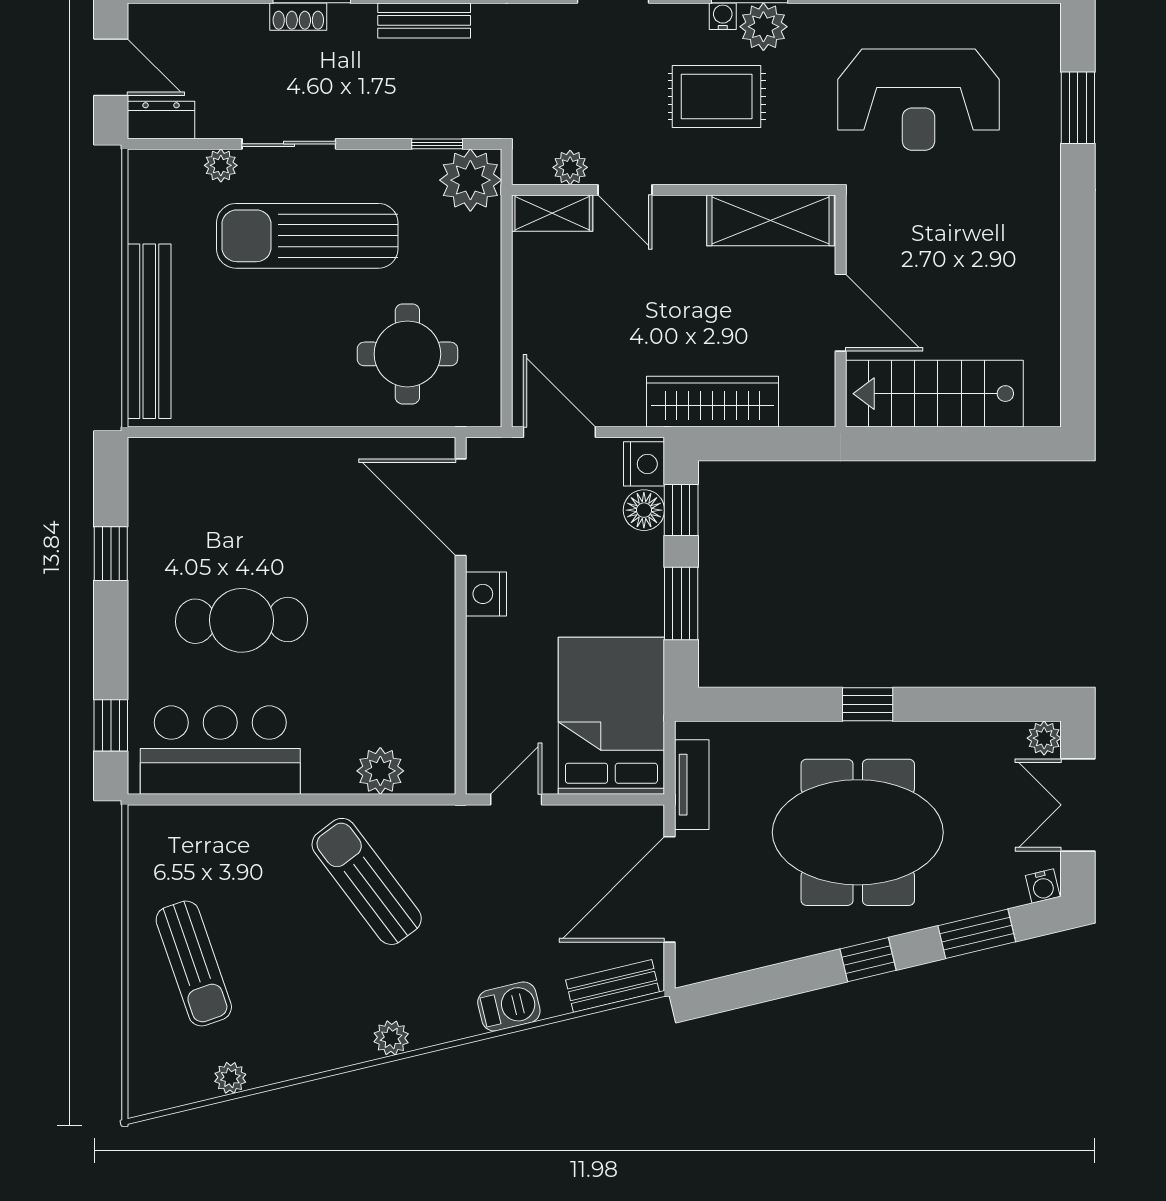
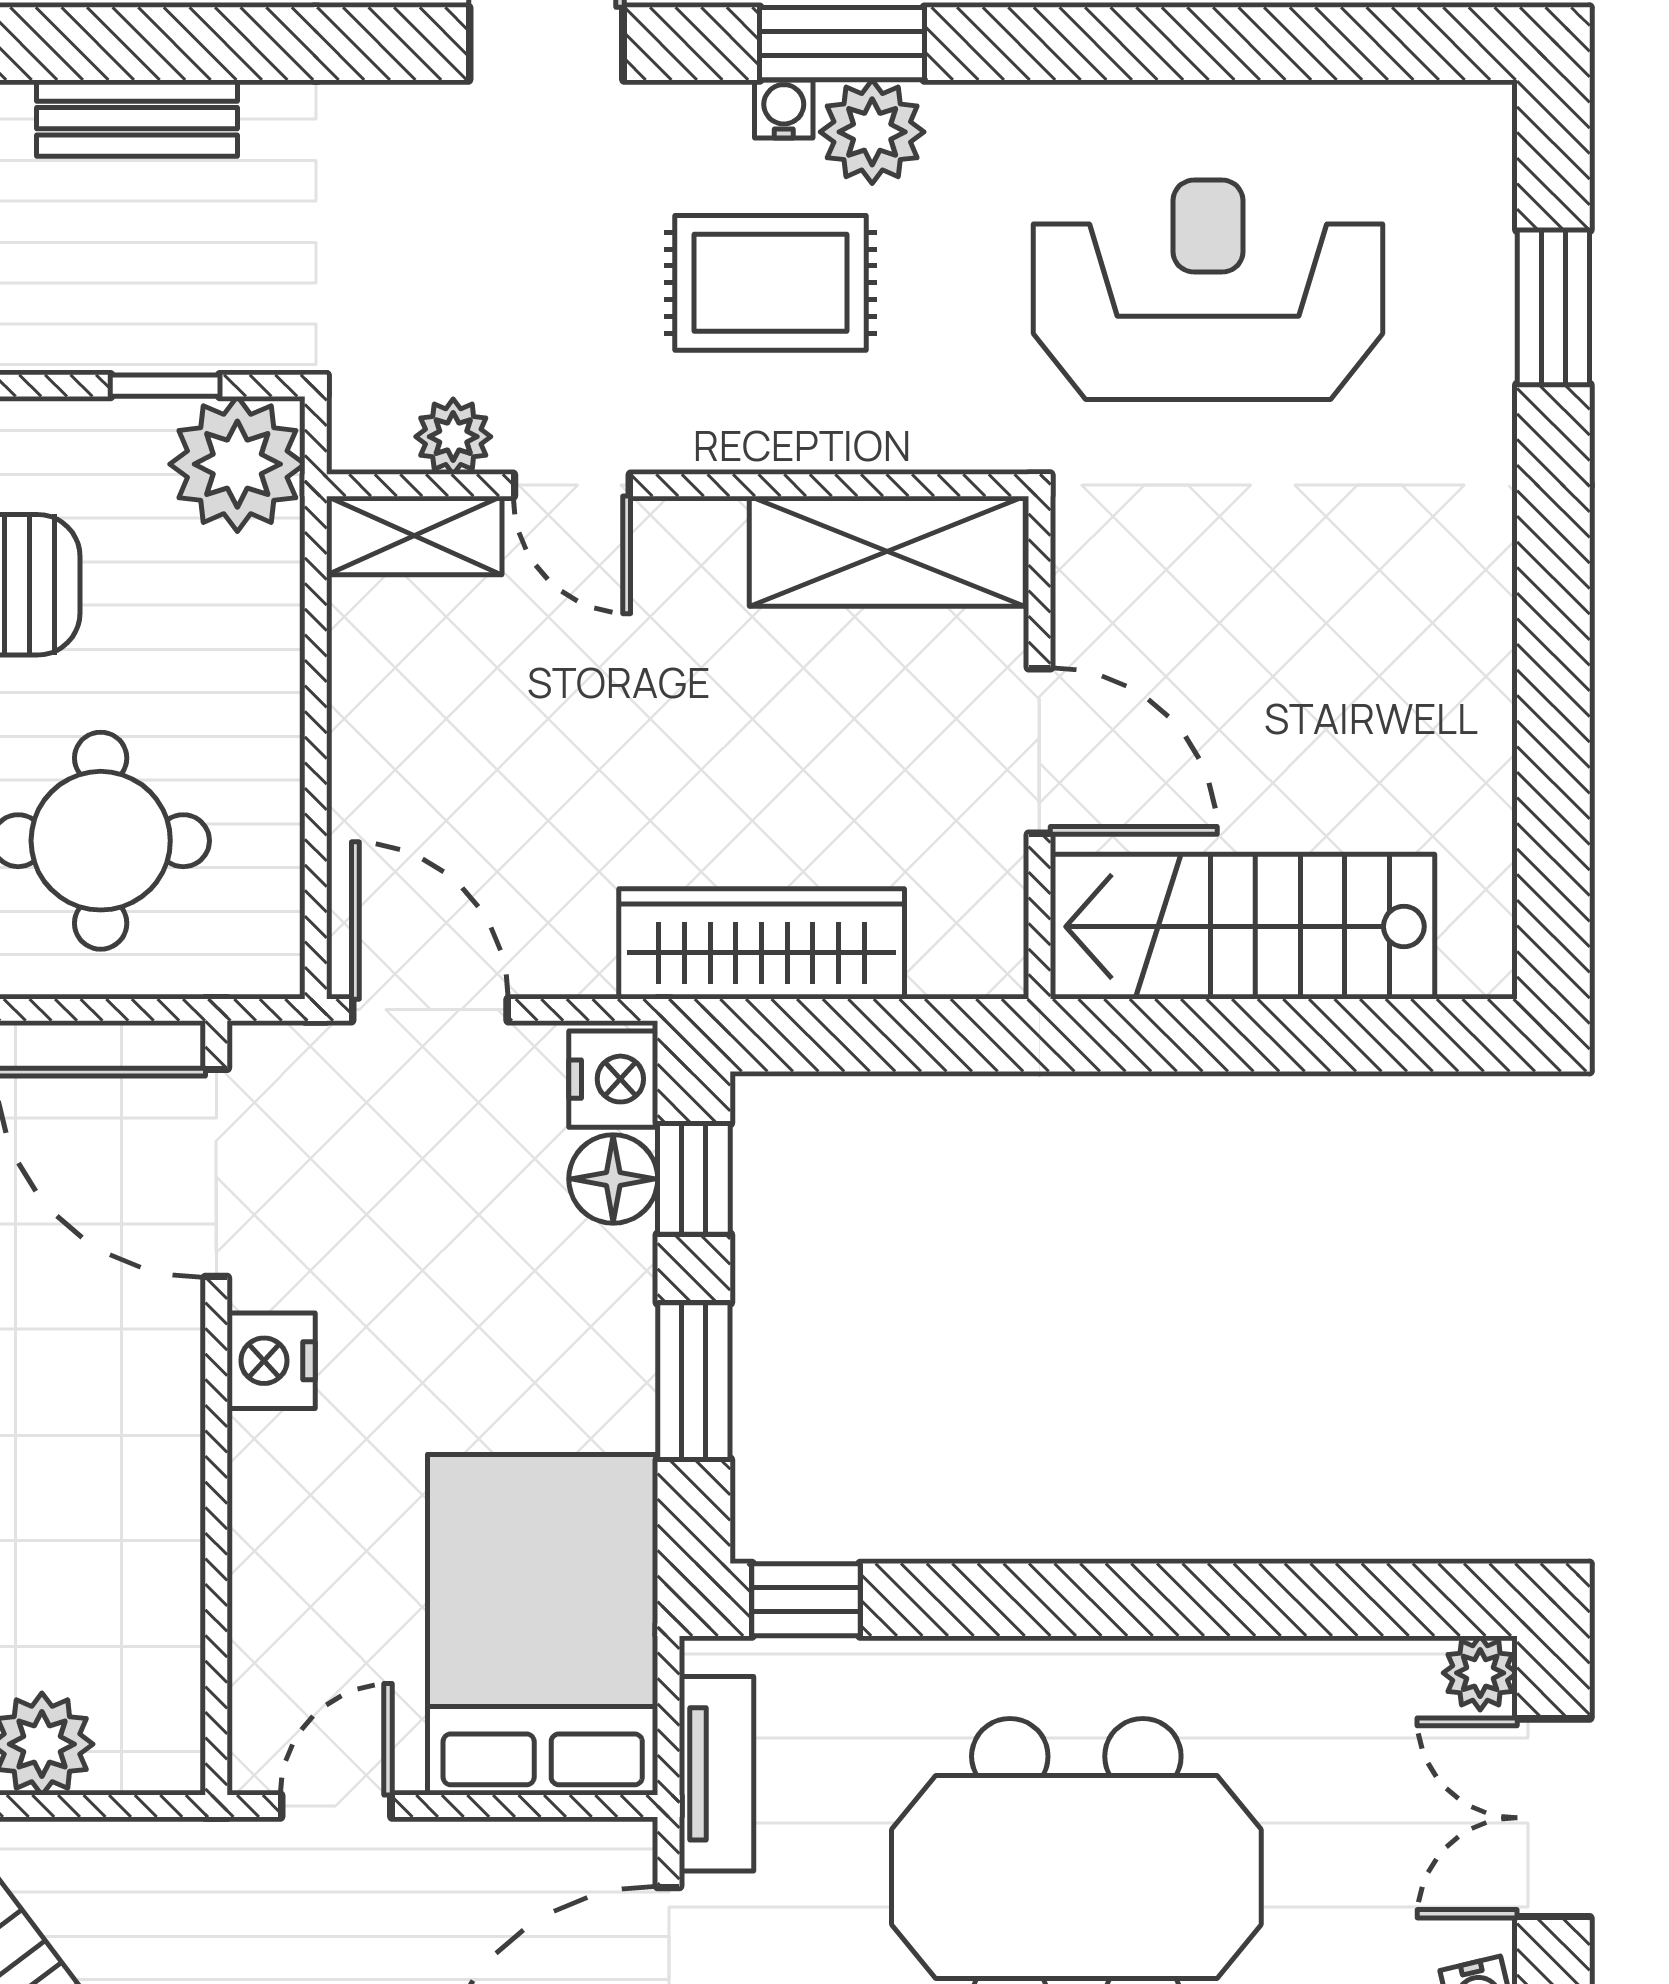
reception desk: (919, 100) -> (1208, 290), turned 180
window: (868, 704) -> (806, 1600), moved

